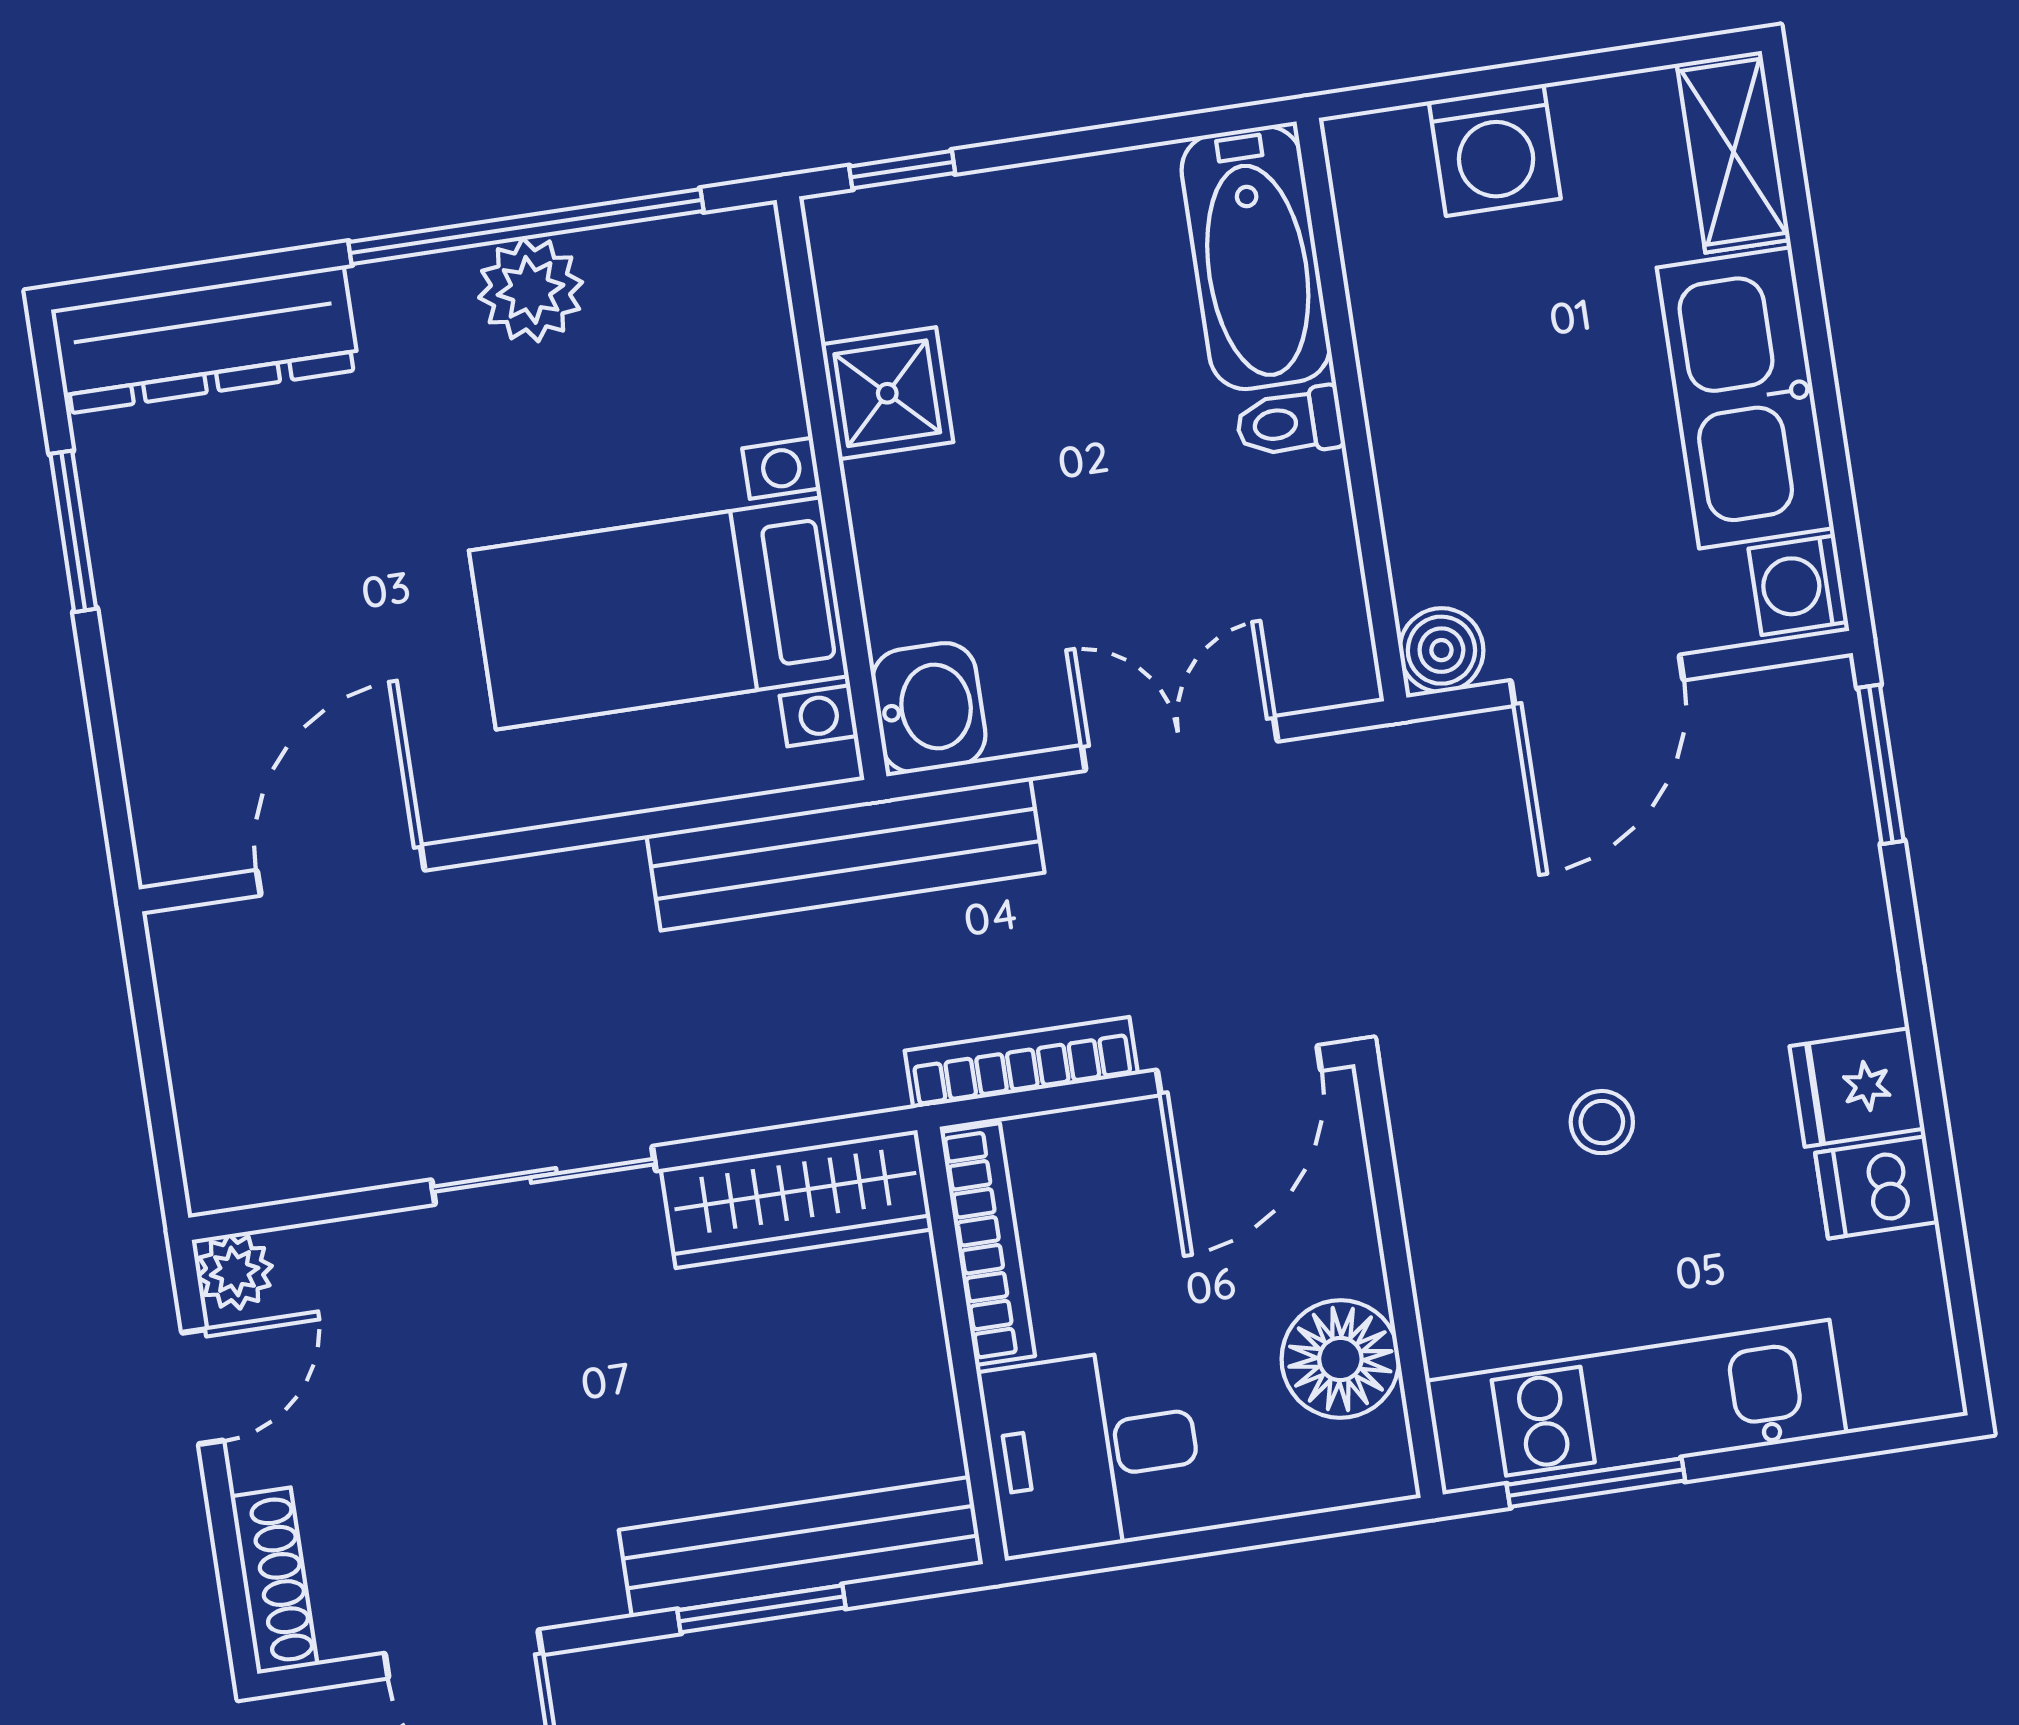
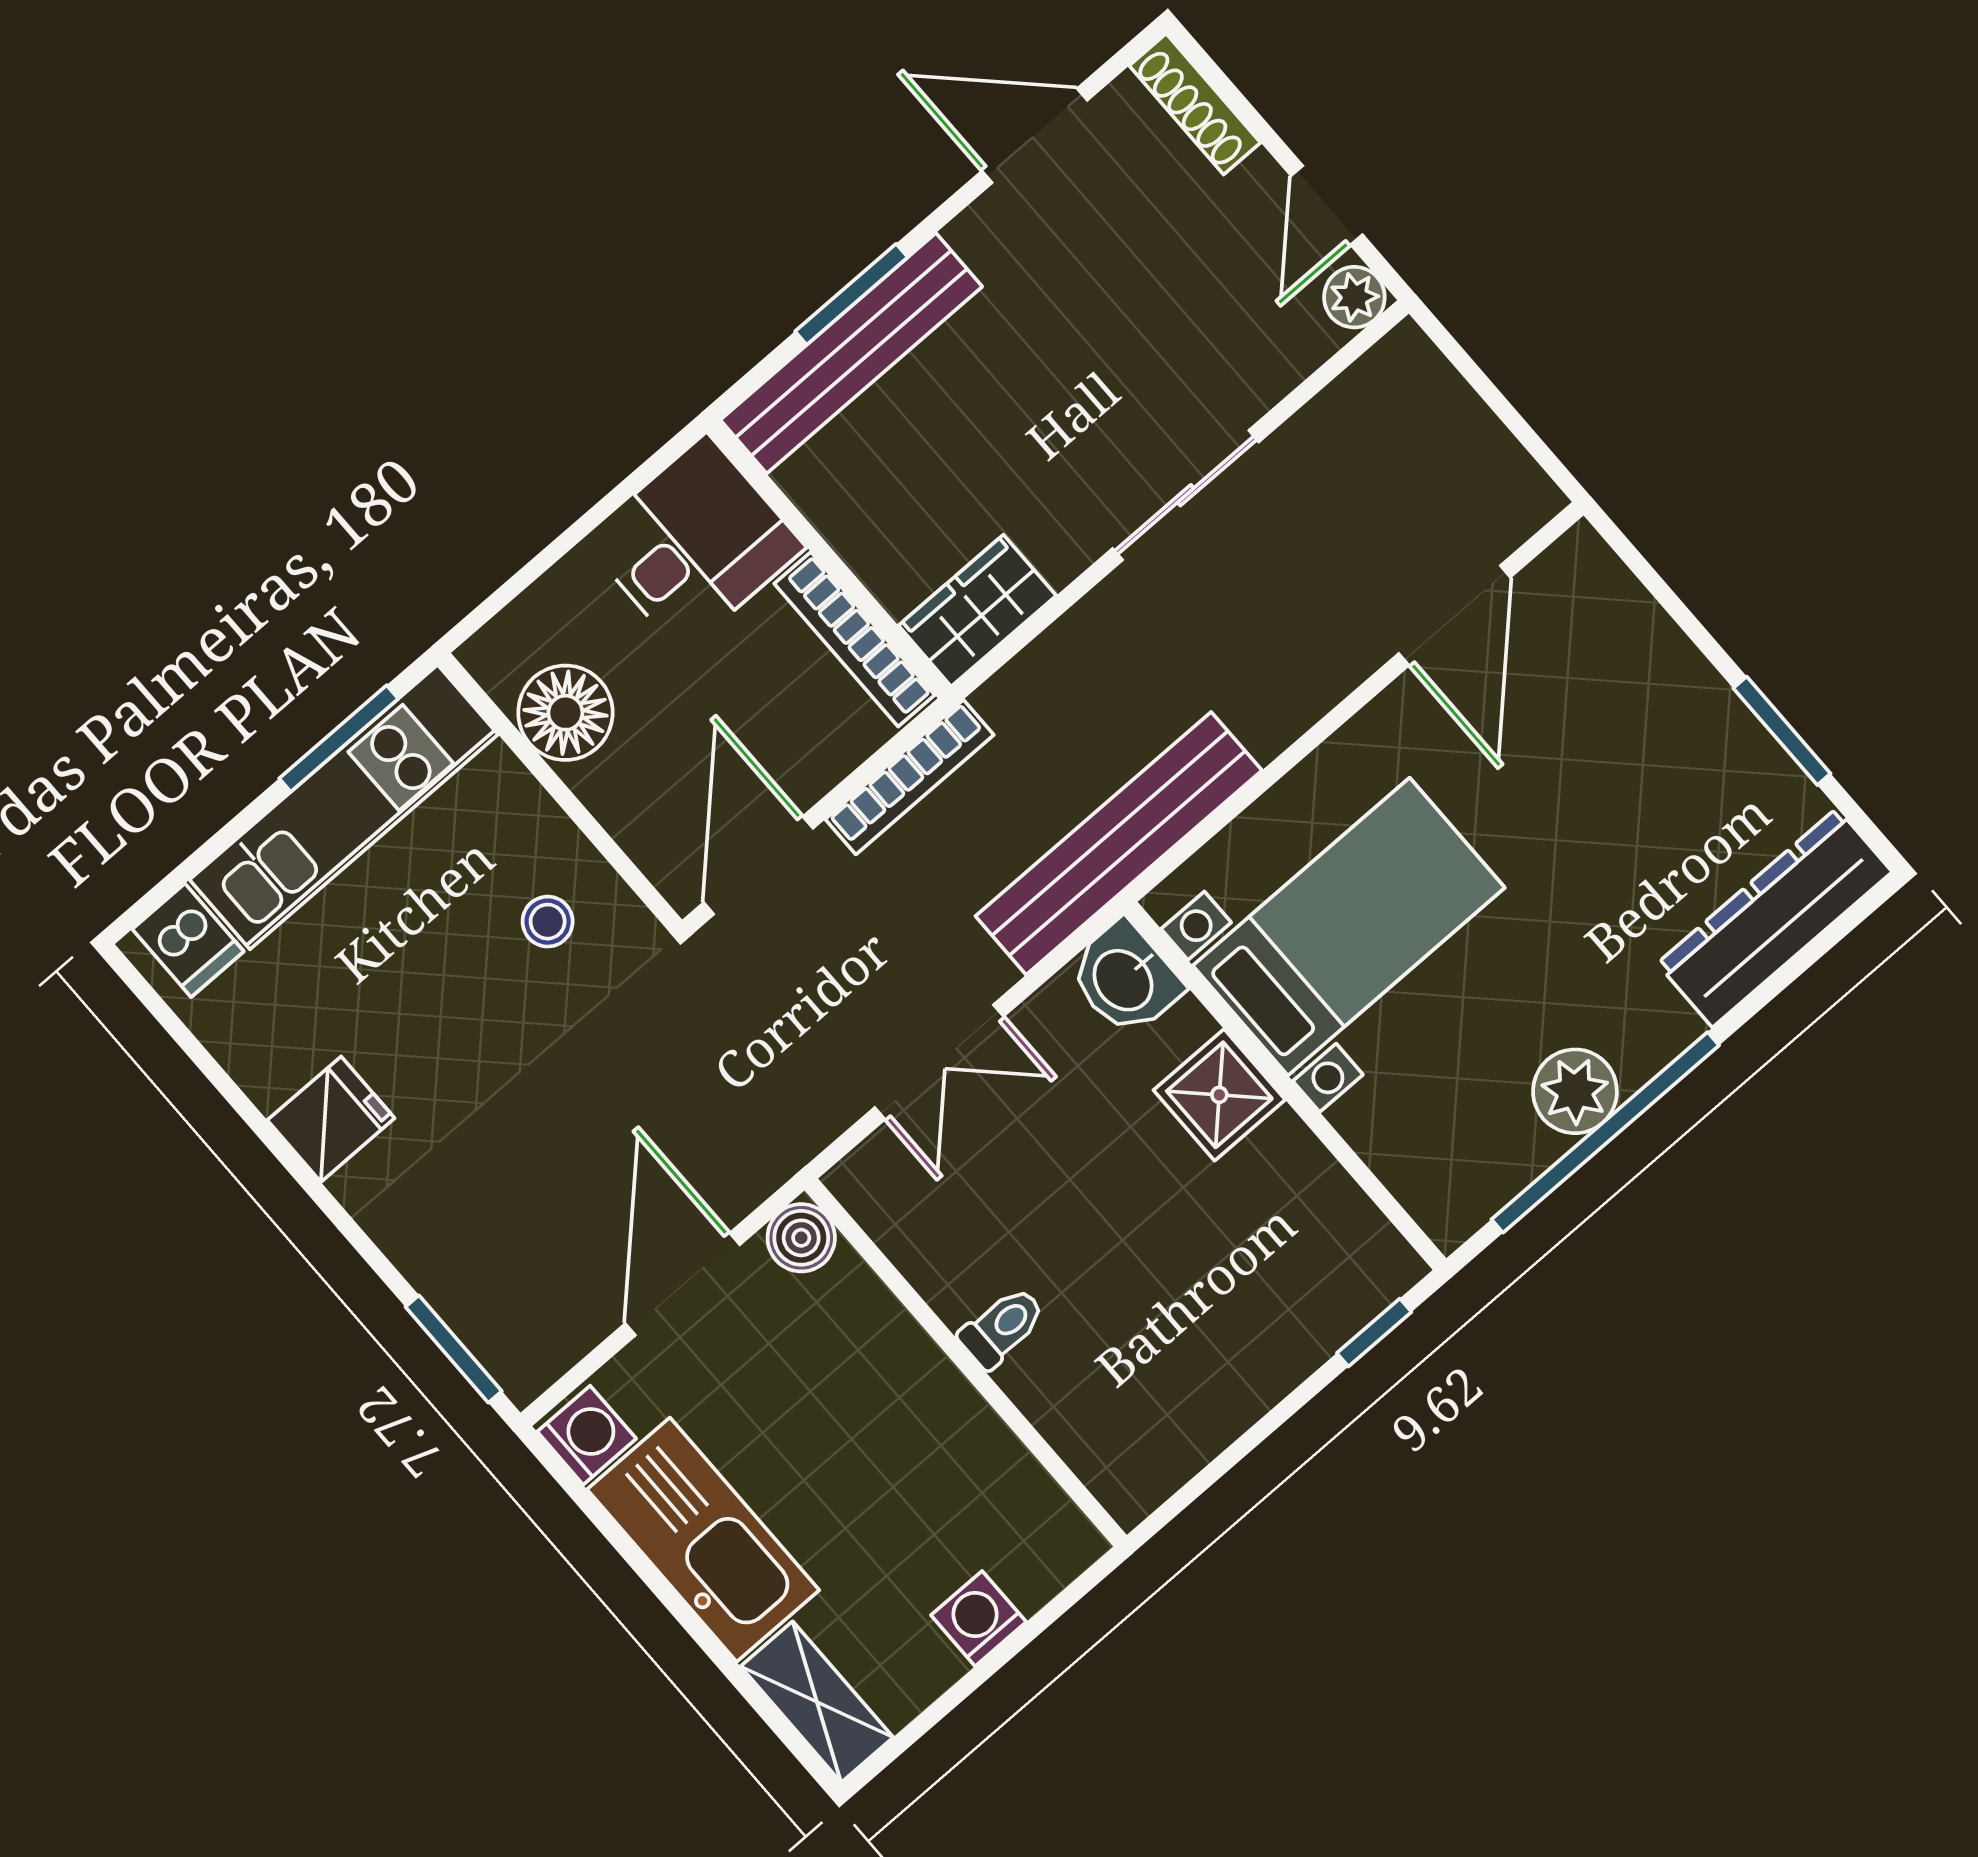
washing machine: (1495, 150) -> (979, 1619), width x0.73, depth x0.73
bathtub: (1256, 258) -> (1096, 1425), removed
shower: (887, 393) -> (1219, 1095), moved
stool: (1602, 1122) -> (548, 922), moved
dishwasher: (1877, 1187) -> (188, 940), moved, turned 90
wardrobe: (797, 1199) -> (977, 611), width x0.67

